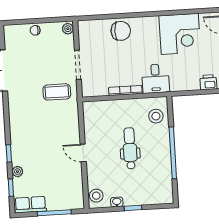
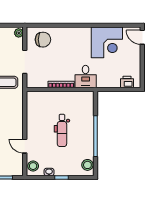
chair: (121, 31) -> (43, 40), moved
stool: (156, 116) -> (87, 165), moved
dental chair: (130, 148) -> (62, 130), turned 180
door: (83, 153) -> (25, 146), moved

